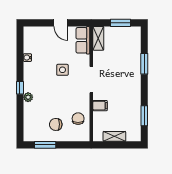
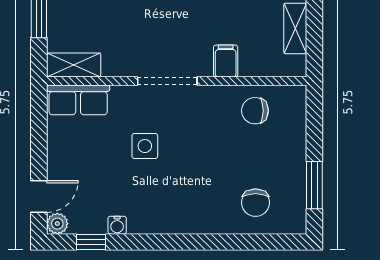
door: (61, 23) -> (39, 196), moved
window: (20, 88) -> (91, 242), moved
plant: (28, 97) -> (57, 224), moved
chair: (56, 124) -> (256, 203), moved

